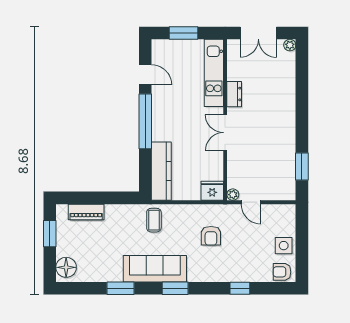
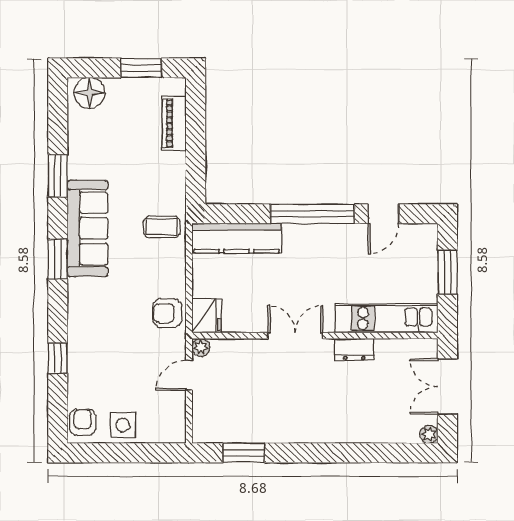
armchair: (211, 236) -> (167, 313), moved

